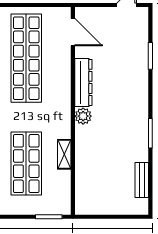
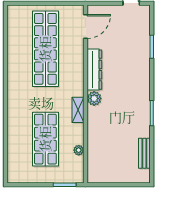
door: (73, 32) -> (85, 27), hinge flipped
shelving: (64, 154) -> (78, 110), moved
plant: (65, 176) -> (79, 150), added

